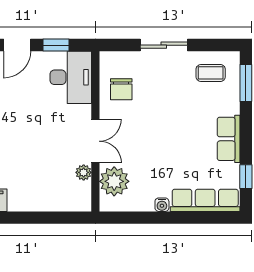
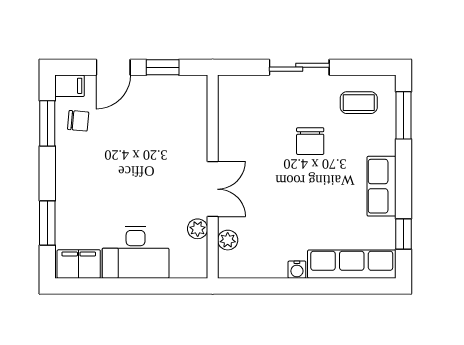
desk: (71, 77) -> (136, 252), moved, turned 90
chair: (121, 89) -> (310, 141), moved
plant: (114, 181) -> (228, 240), width x0.53, depth x0.53

